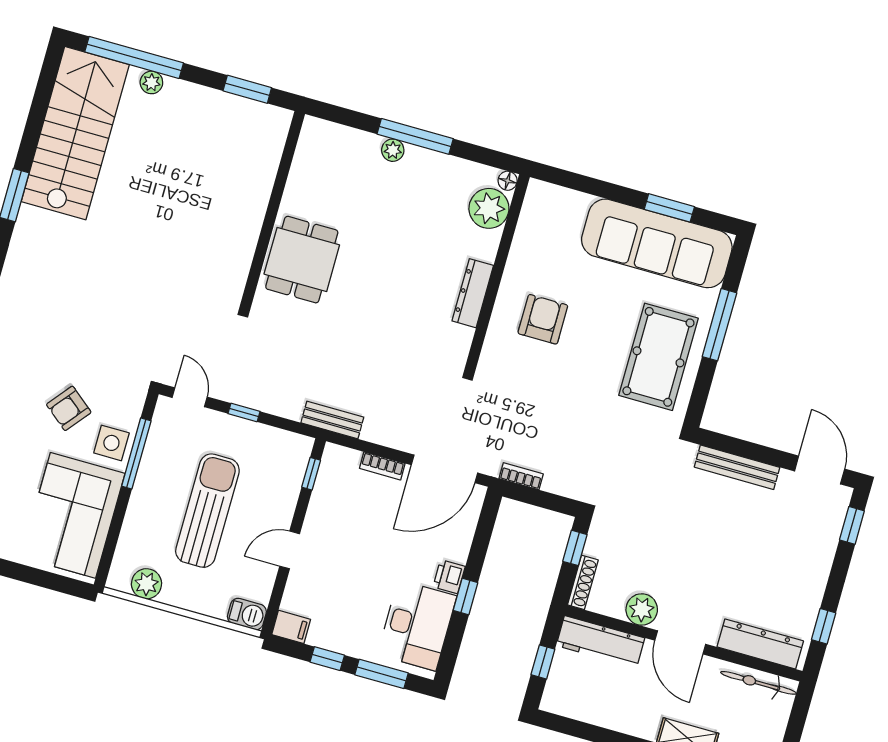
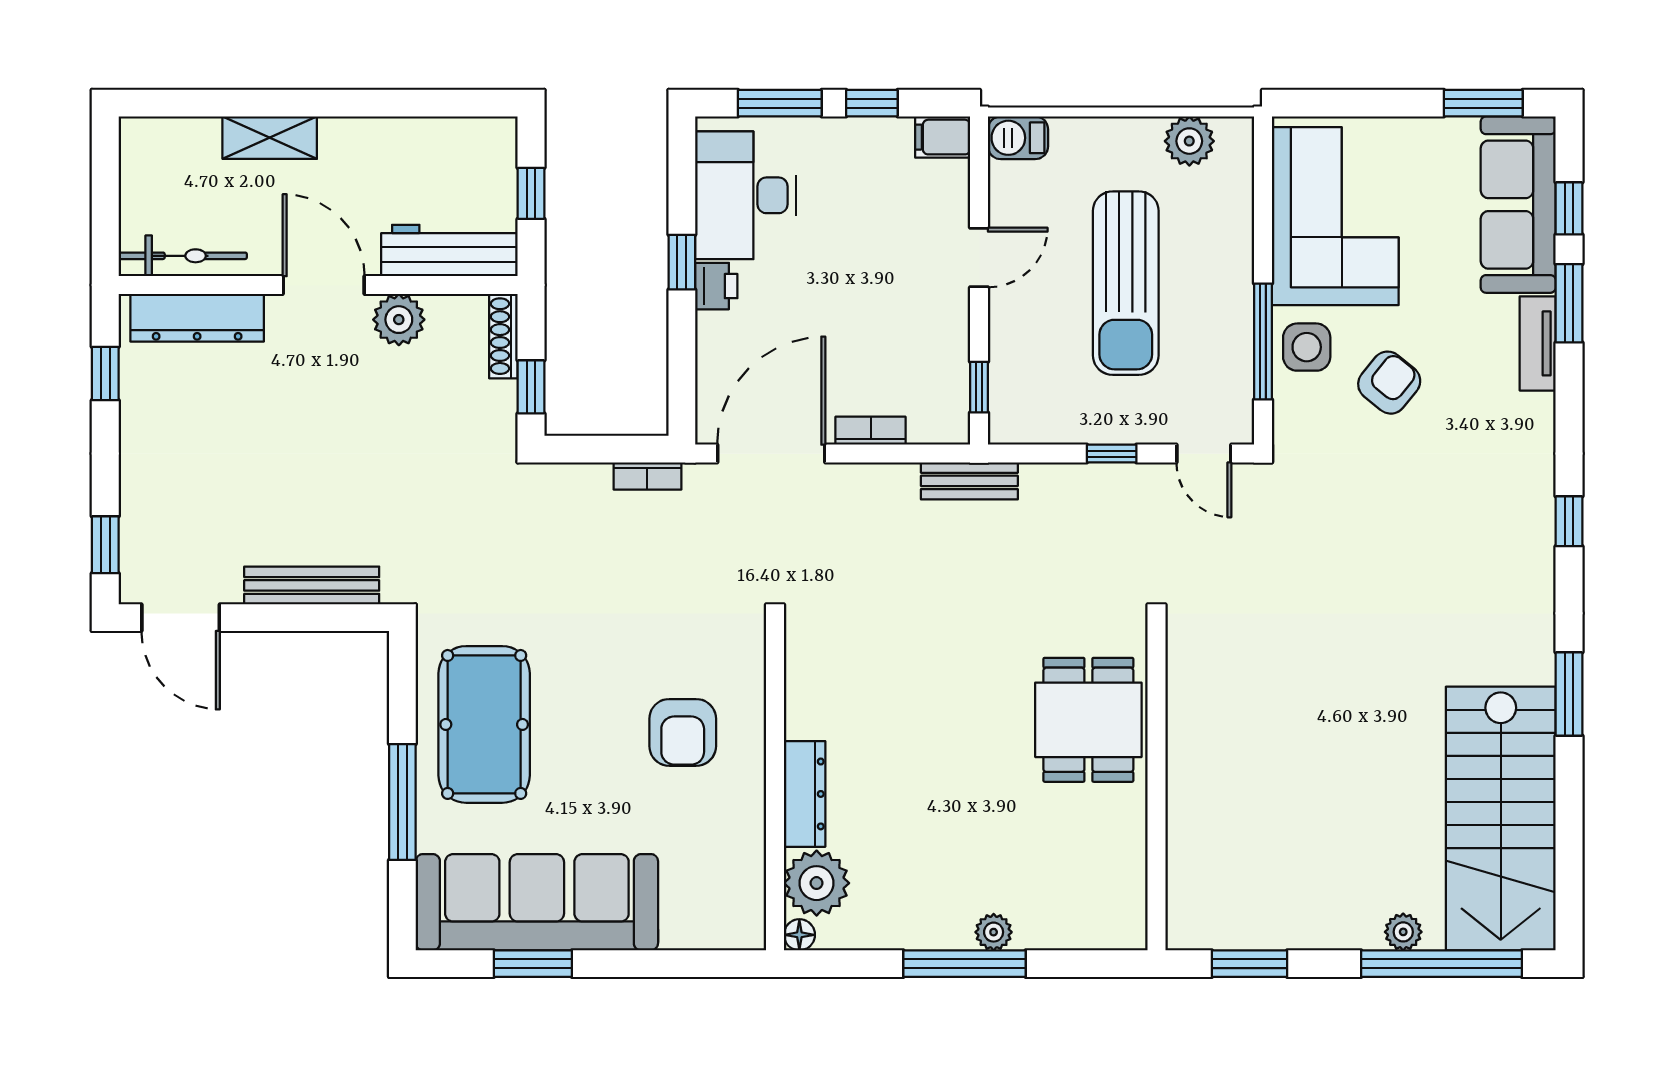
dresser: (473, 293) -> (805, 794), moved

